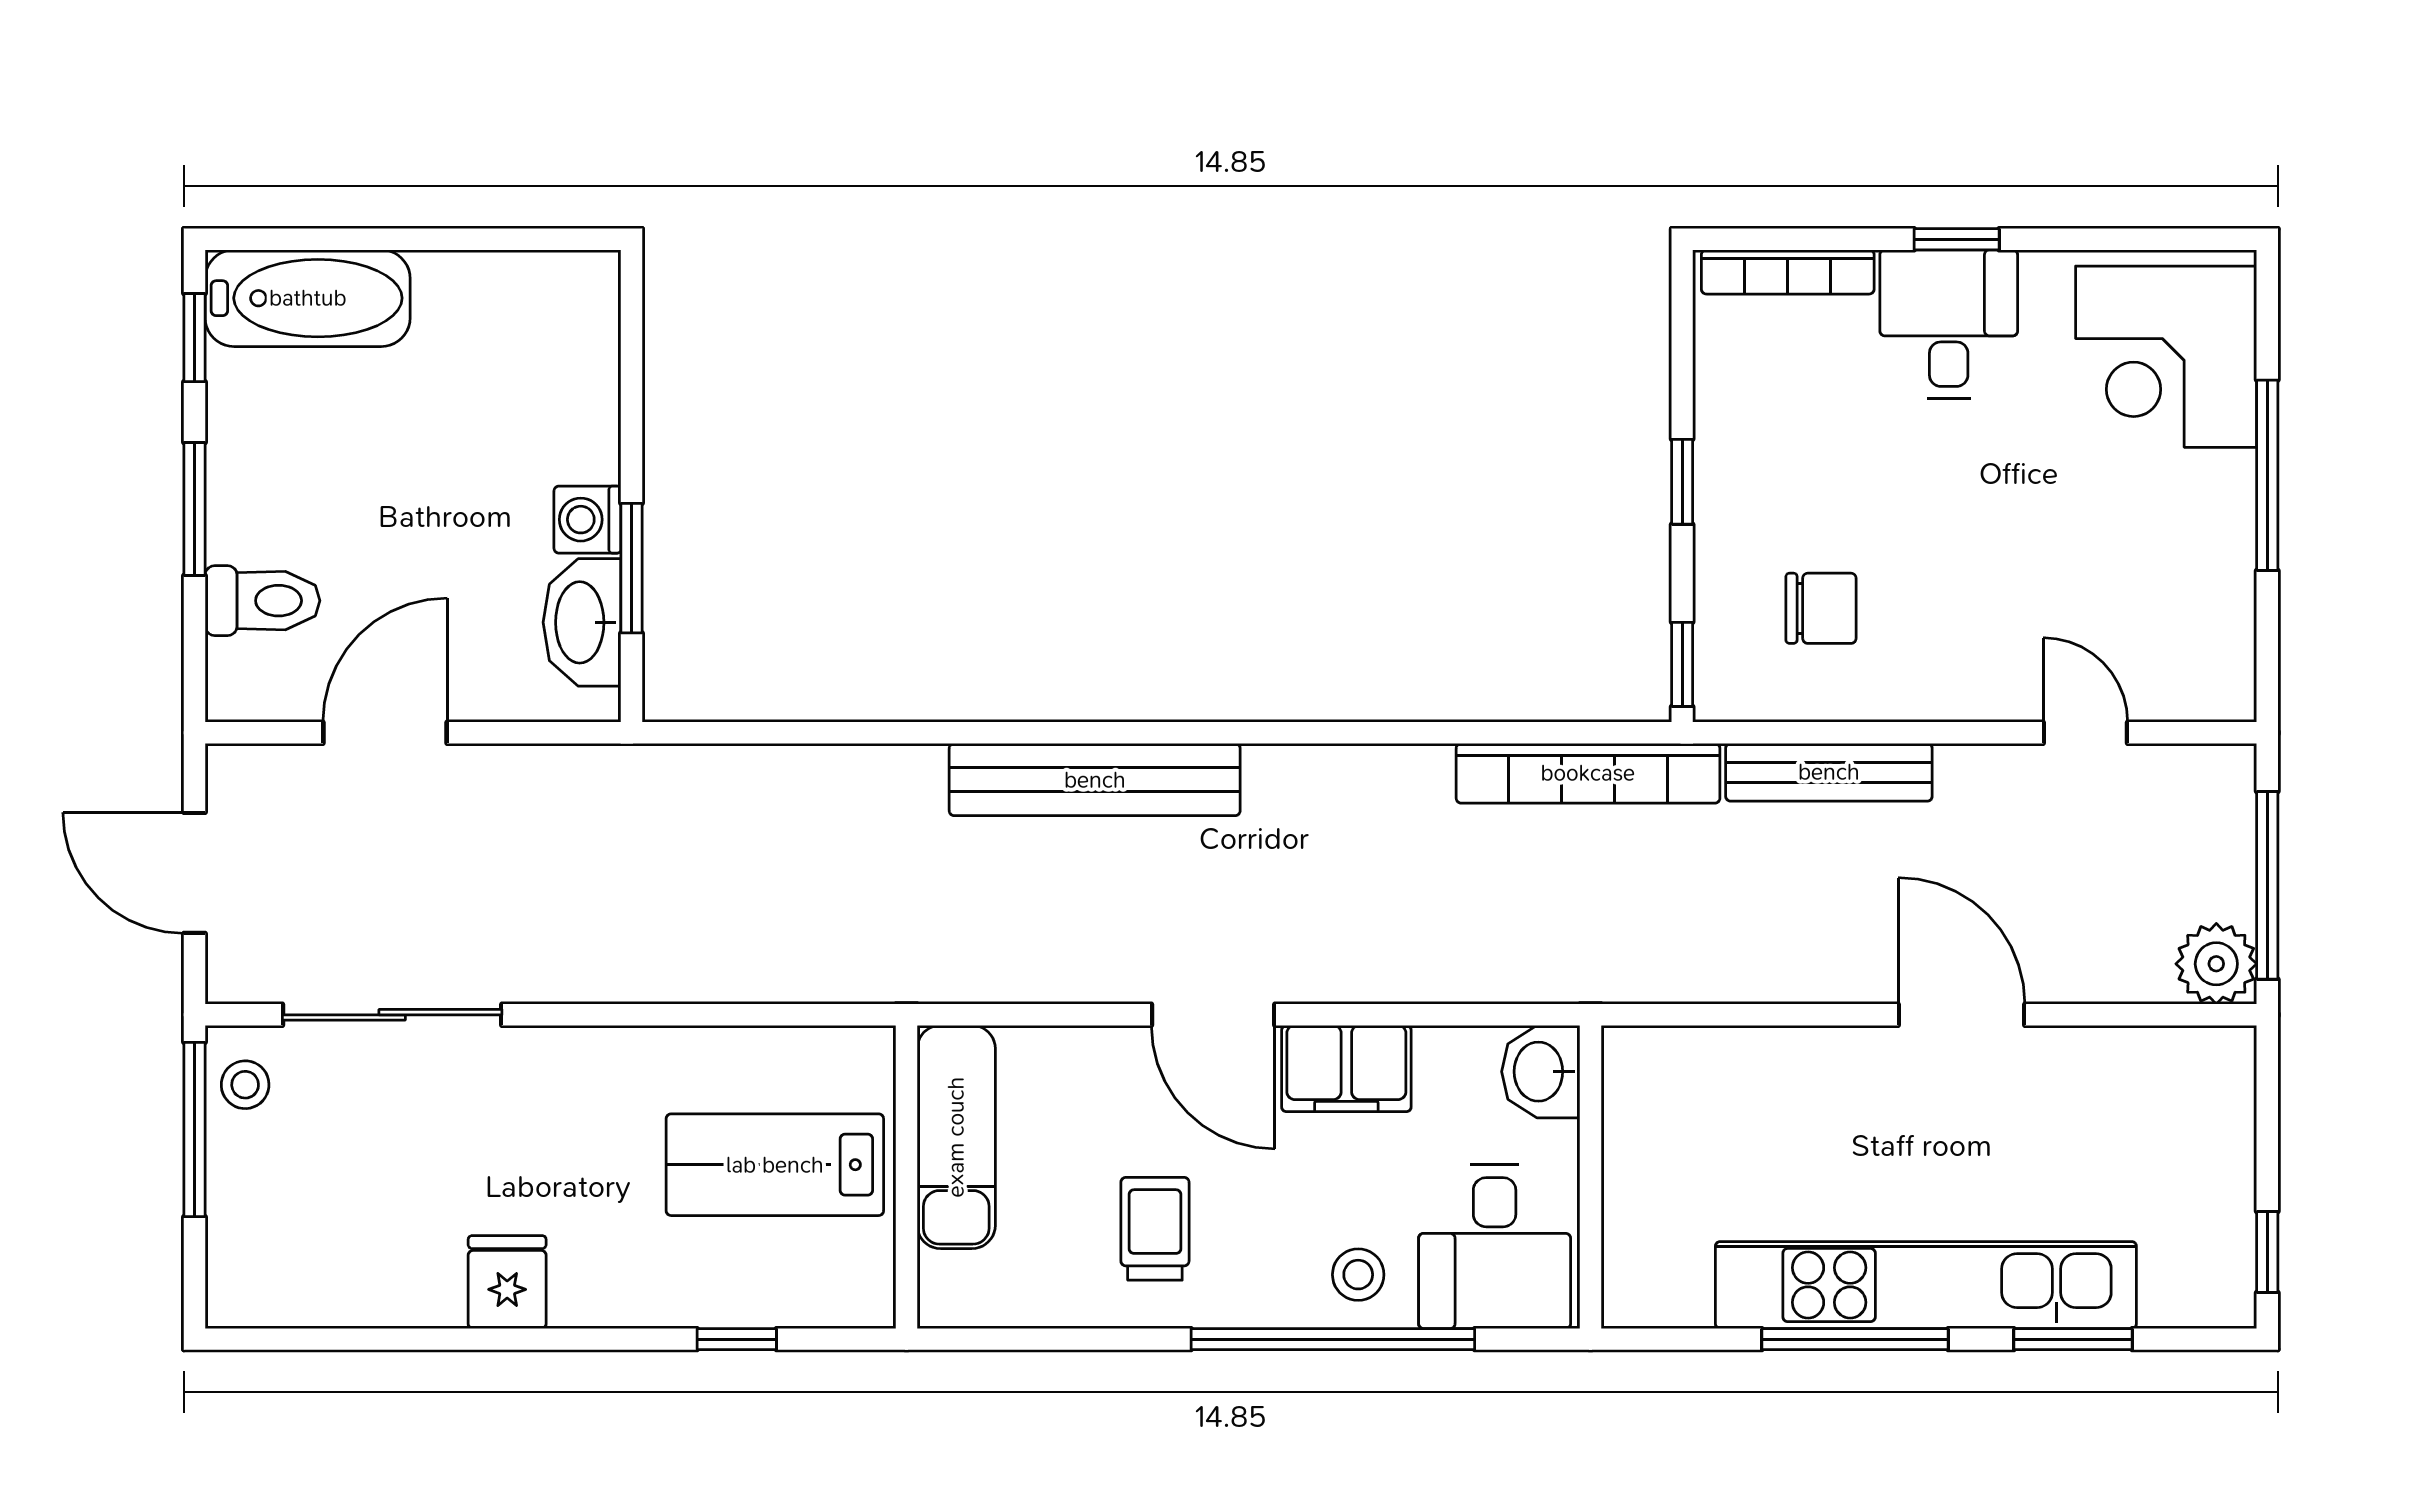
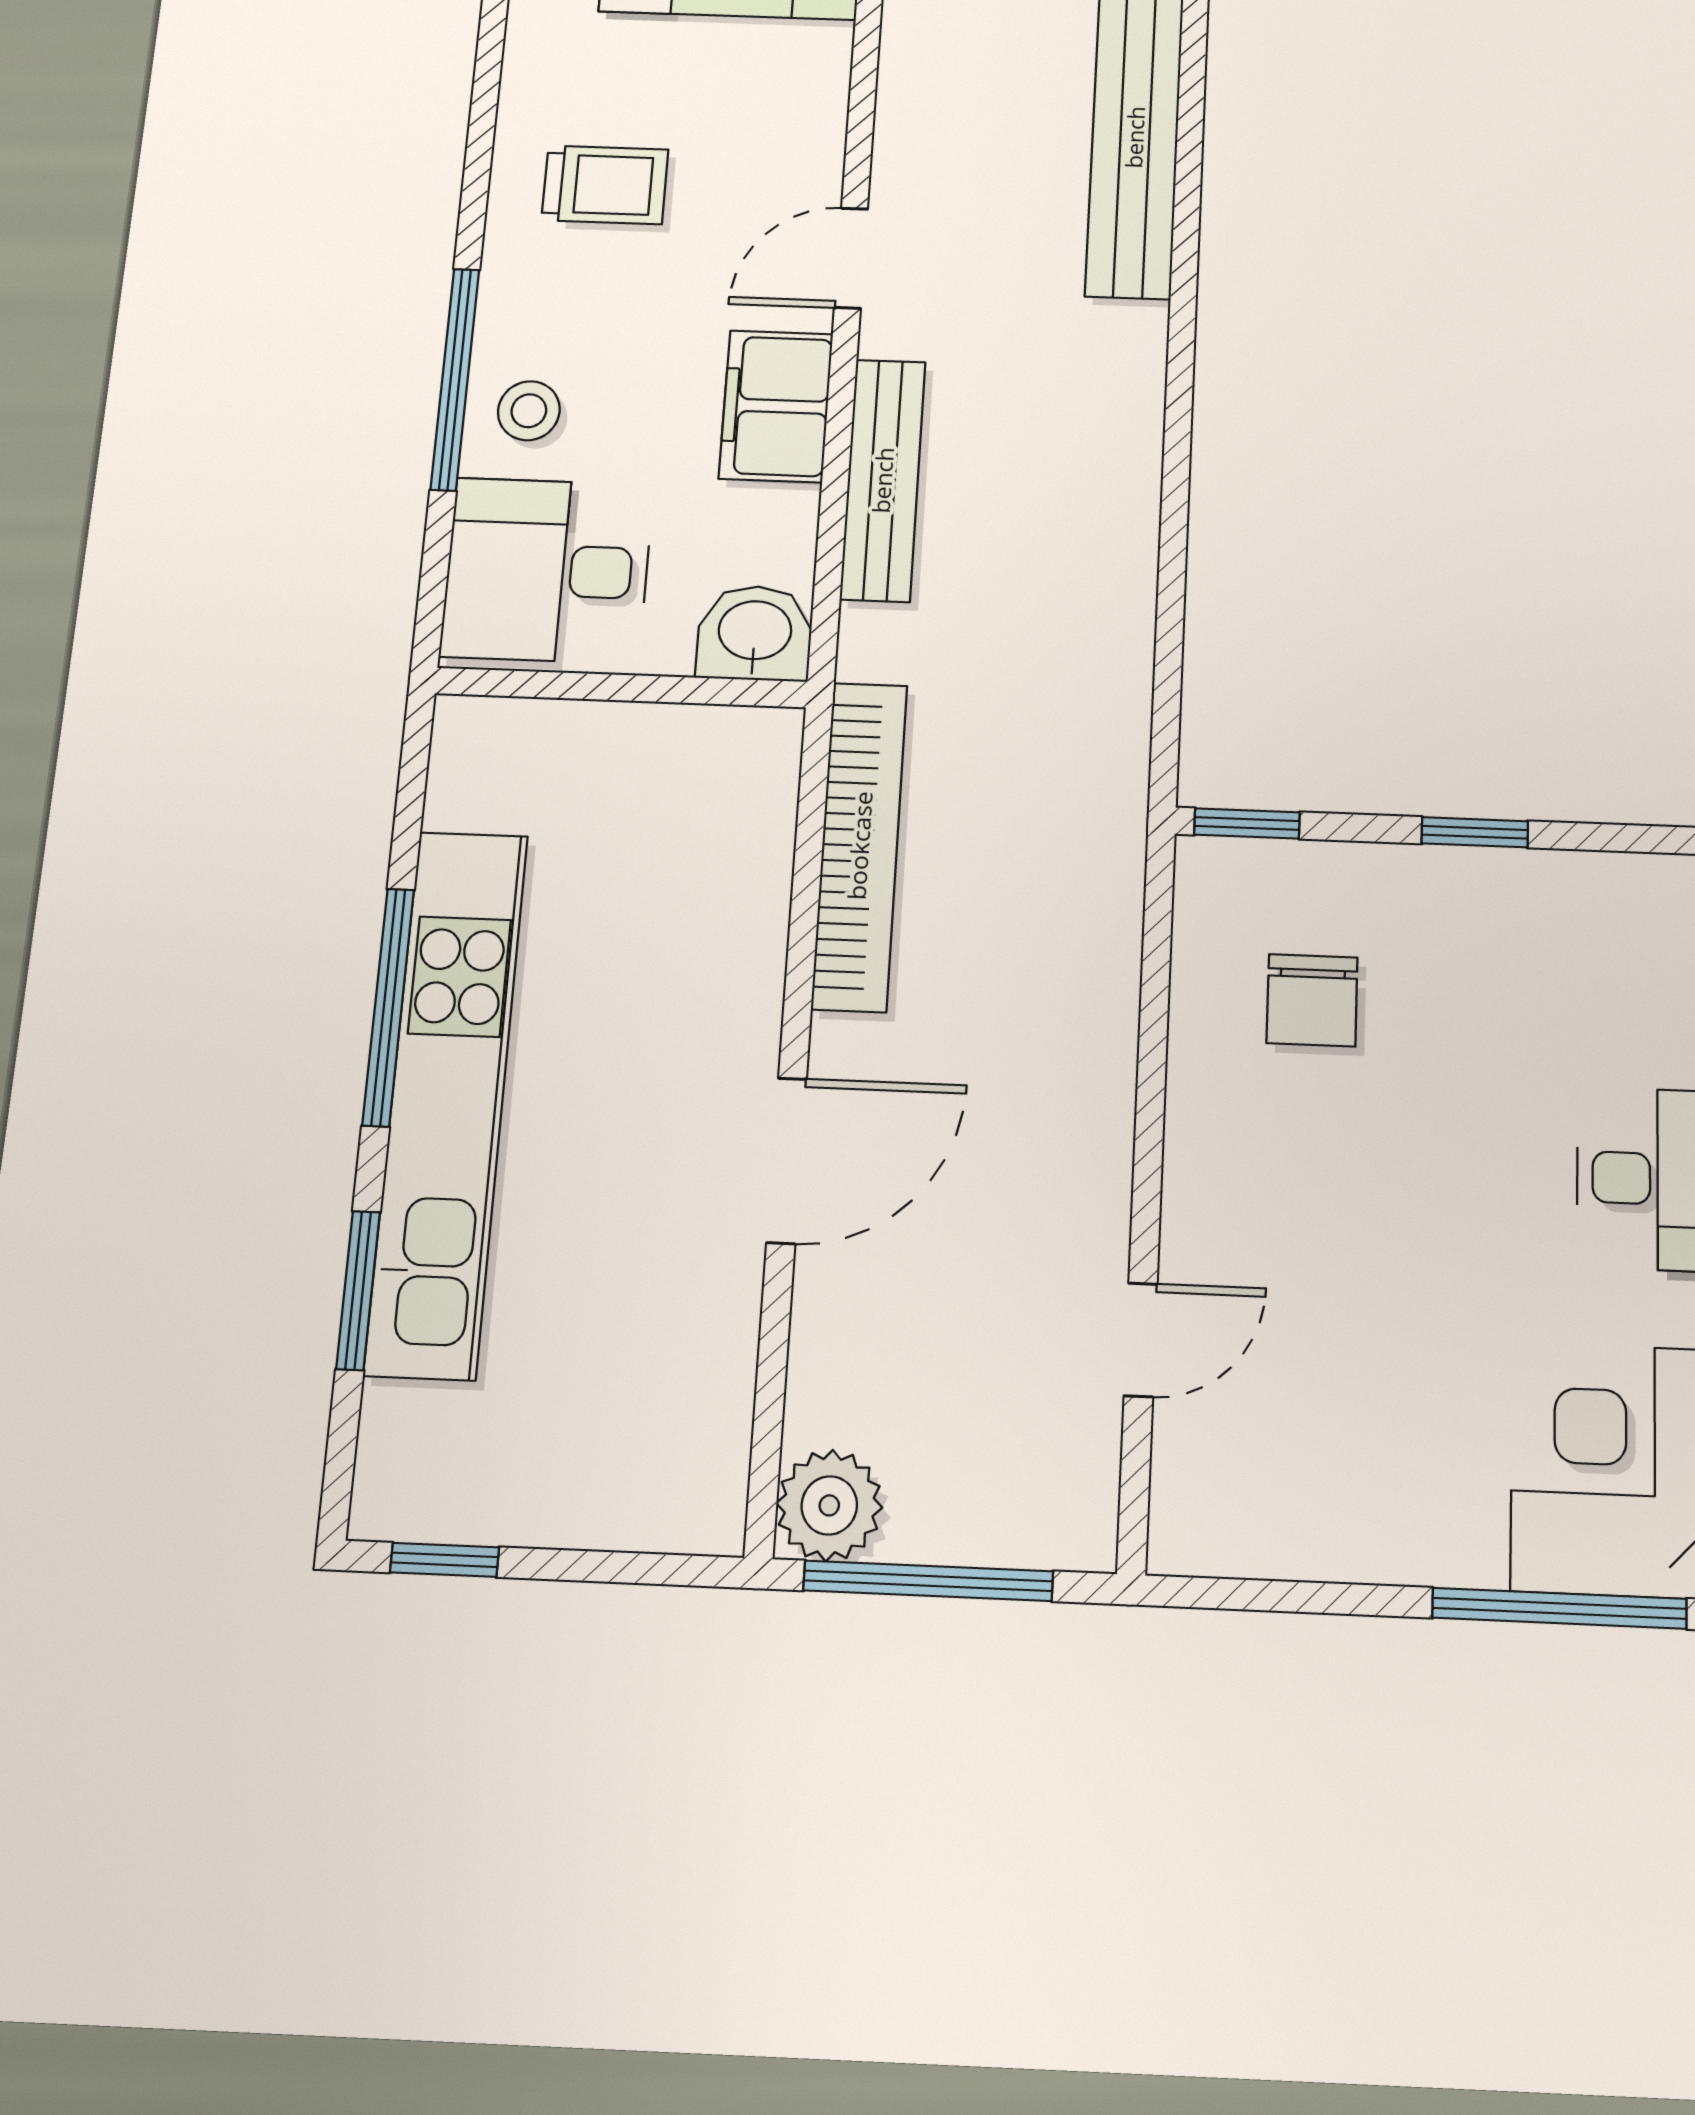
window: (2267, 475) -> (1559, 1608), moved
bench: (1829, 772) -> (883, 480), moved
bookcase: (1588, 773) -> (860, 846), moved, turned 180
door: (1213, 1015) -> (851, 258), width x0.73
window: (1333, 1339) -> (455, 379), width x0.68

